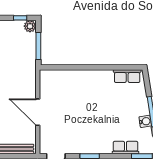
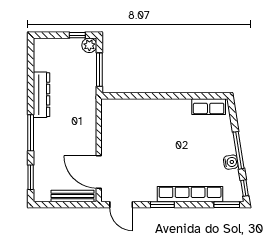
door: (38, 112) -> (99, 172), moved
row of seats: (125, 148) -> (190, 194), width x2.02

